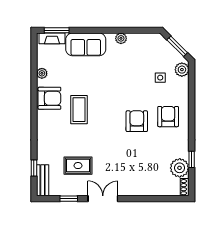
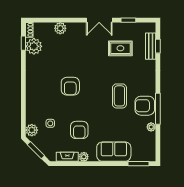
fireplace: (52, 38) -> (67, 157), moved
window: (34, 95) -> (158, 109), added
armchair: (168, 117) -> (79, 130), moved
window: (192, 159) -> (23, 43), moved
bench: (43, 180) -> (151, 46), moved
plant: (148, 189) -> (60, 28), added

